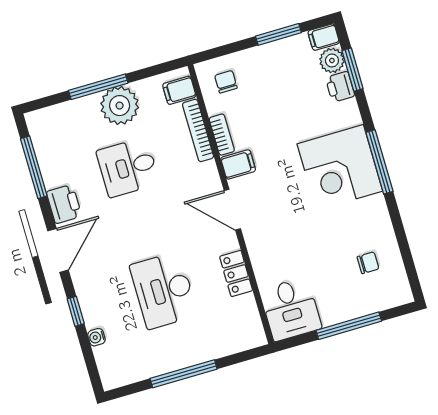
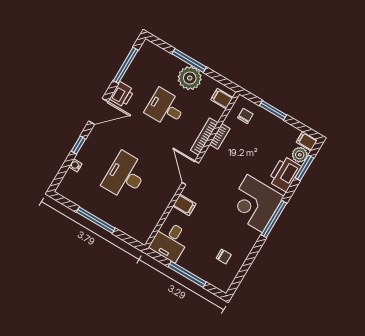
window: (278, 34) -> (273, 110), moved
printer: (340, 87) -> (285, 174), width x1.87, depth x1.48
bookcase: (198, 130) -> (204, 137), moved
filing cabinet: (238, 164) -> (184, 205), moved
locker: (236, 273) -> (163, 201), removed

